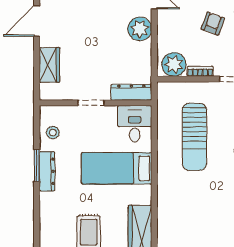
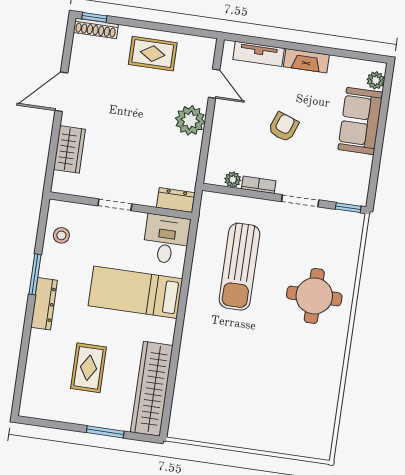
plant: (174, 64) -> (233, 180), width x0.53, depth x0.53
dresser: (131, 92) -> (176, 200), width x0.70
dresser: (47, 171) -> (44, 304), moved

